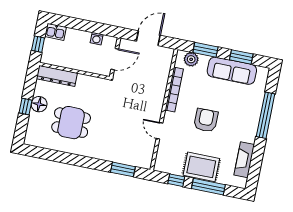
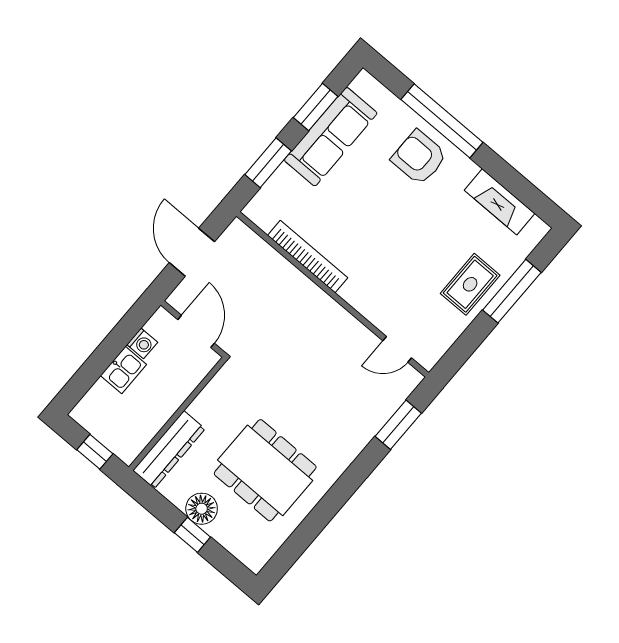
kitchen sink: (56, 32) -> (123, 370), moved
plant: (191, 59) -> (271, 197), removed
armchair: (206, 120) -> (419, 157), moved
dining table: (71, 123) -> (265, 470), width x1.38
door: (160, 131) -> (397, 349), moved
rug: (201, 167) -> (470, 284), width x0.73, depth x0.70
window: (176, 180) -> (469, 341), removed

